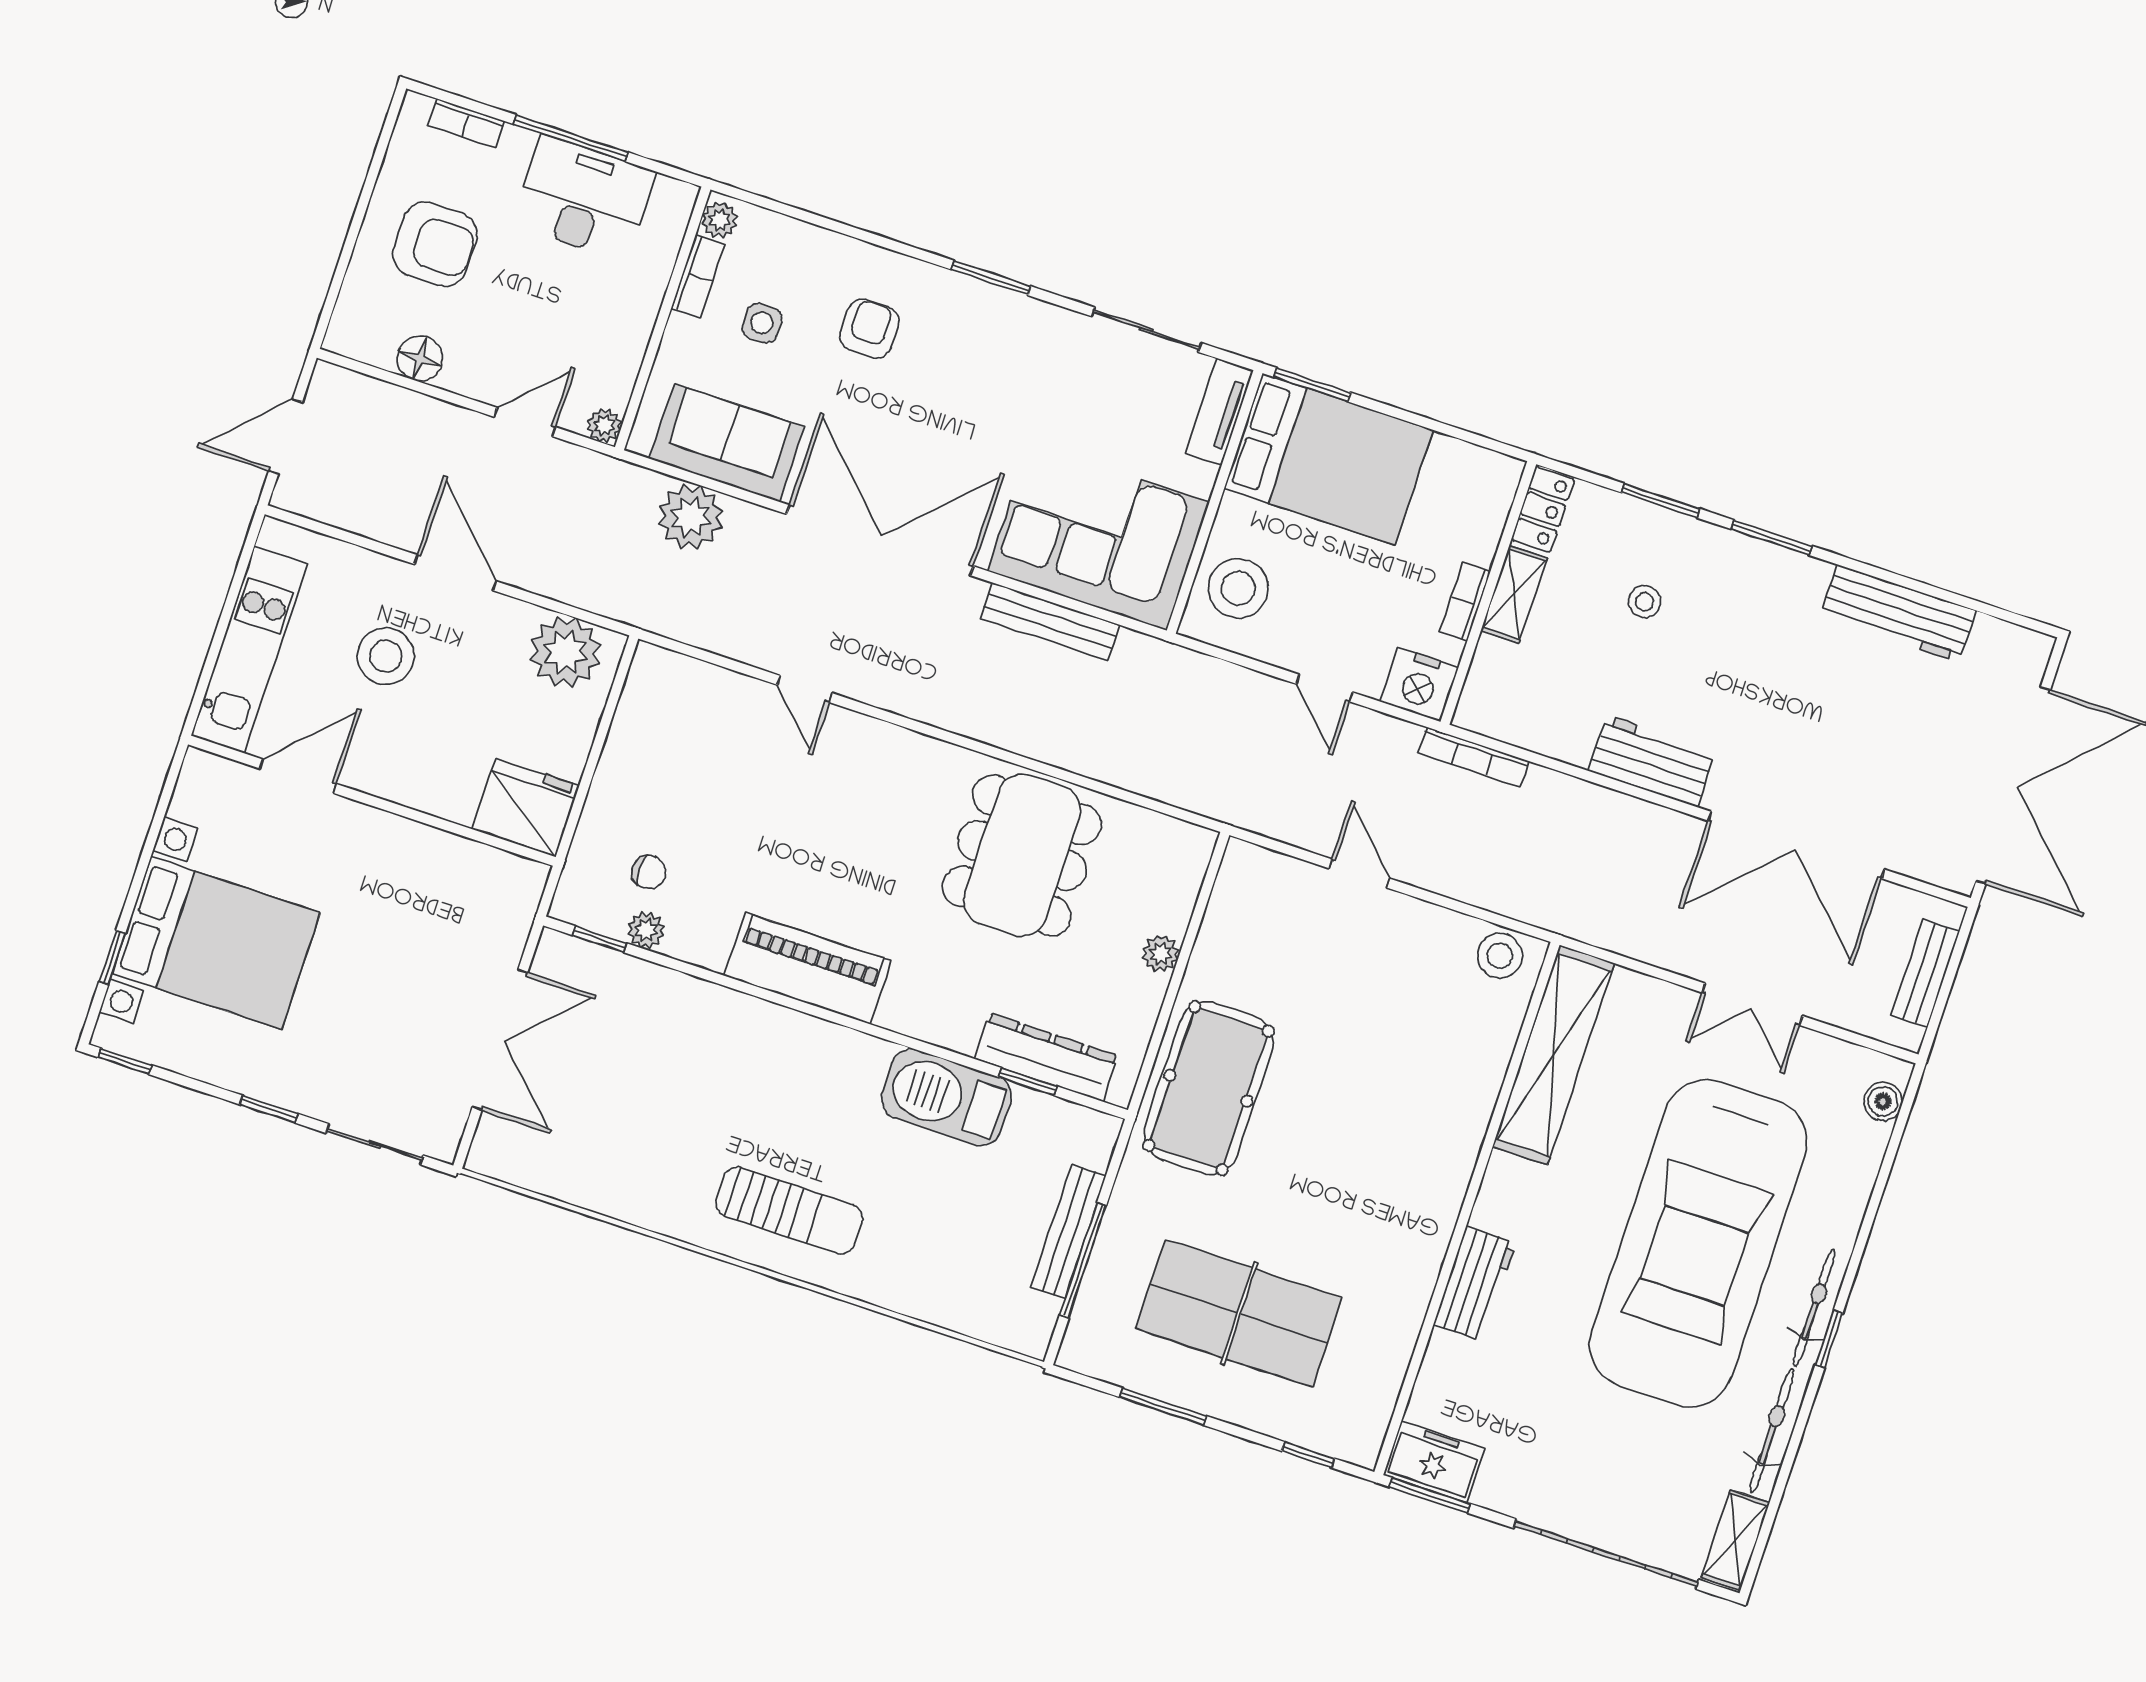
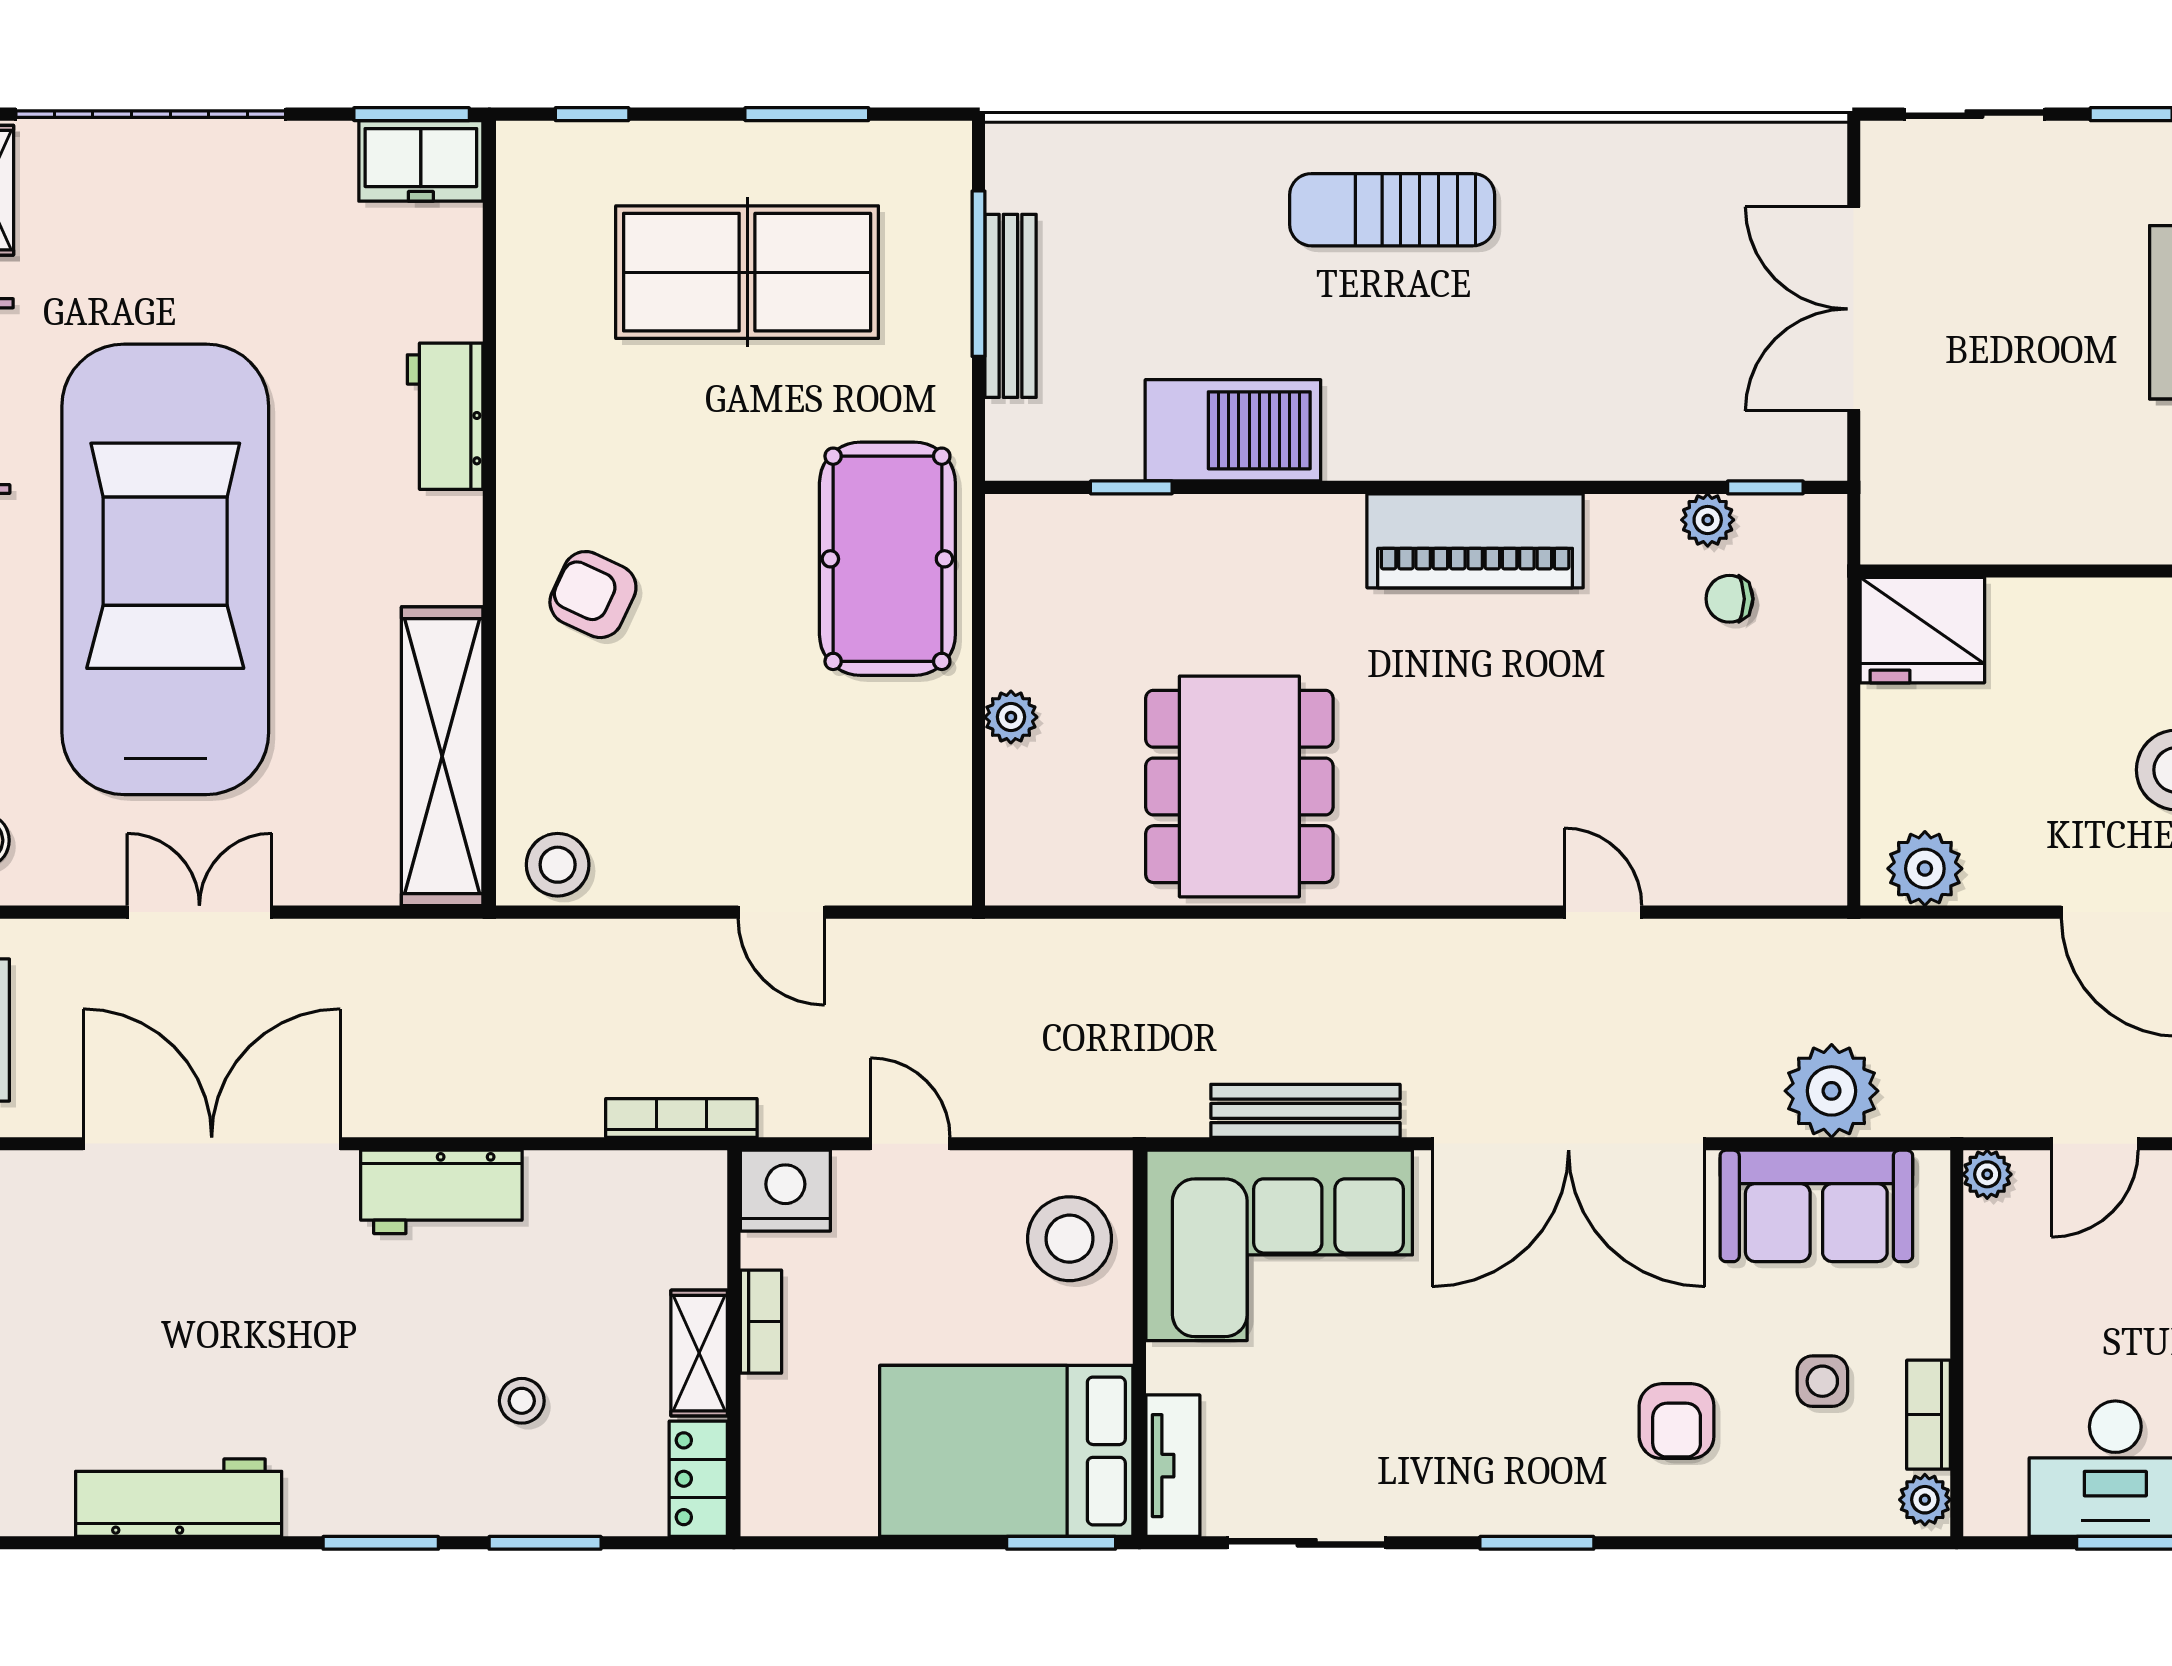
plant: (565, 652) -> (1925, 869), width x0.73, depth x0.73
dresser: (1046, 1057) -> (1117, 528), removed
armchair: (1415, 1130) -> (593, 595), added

